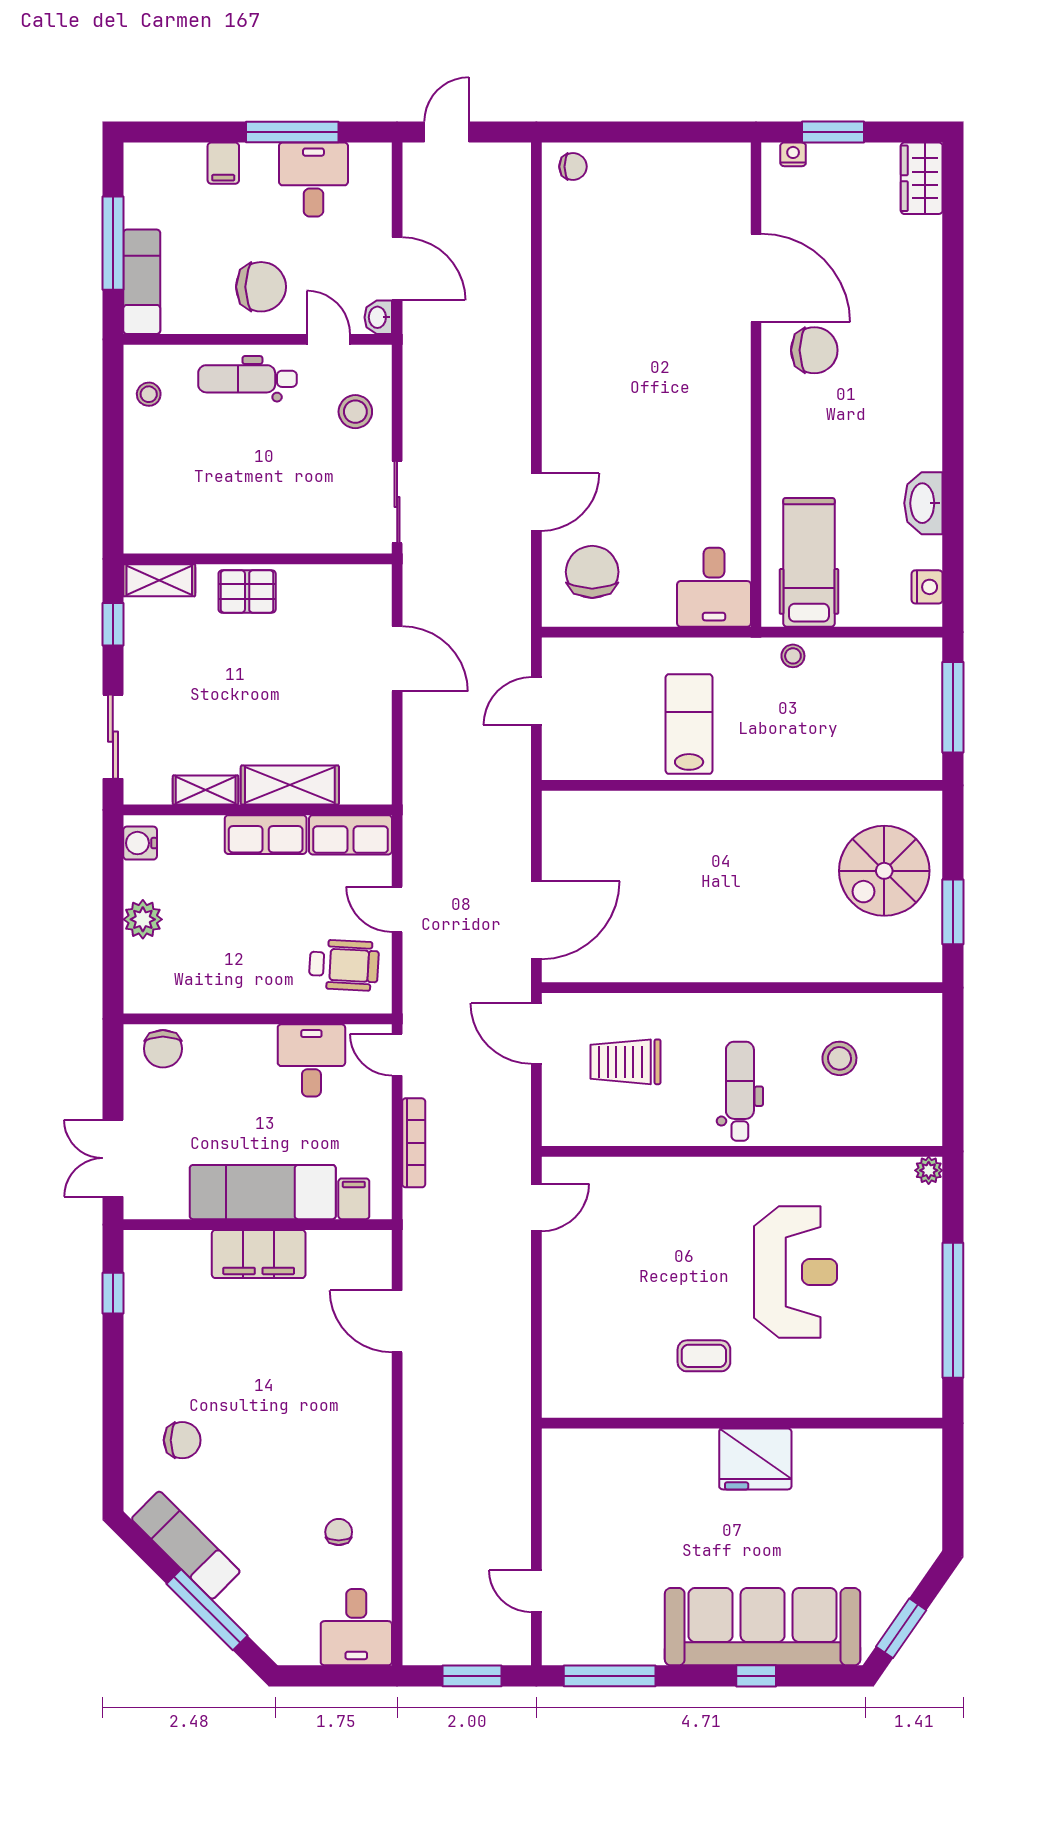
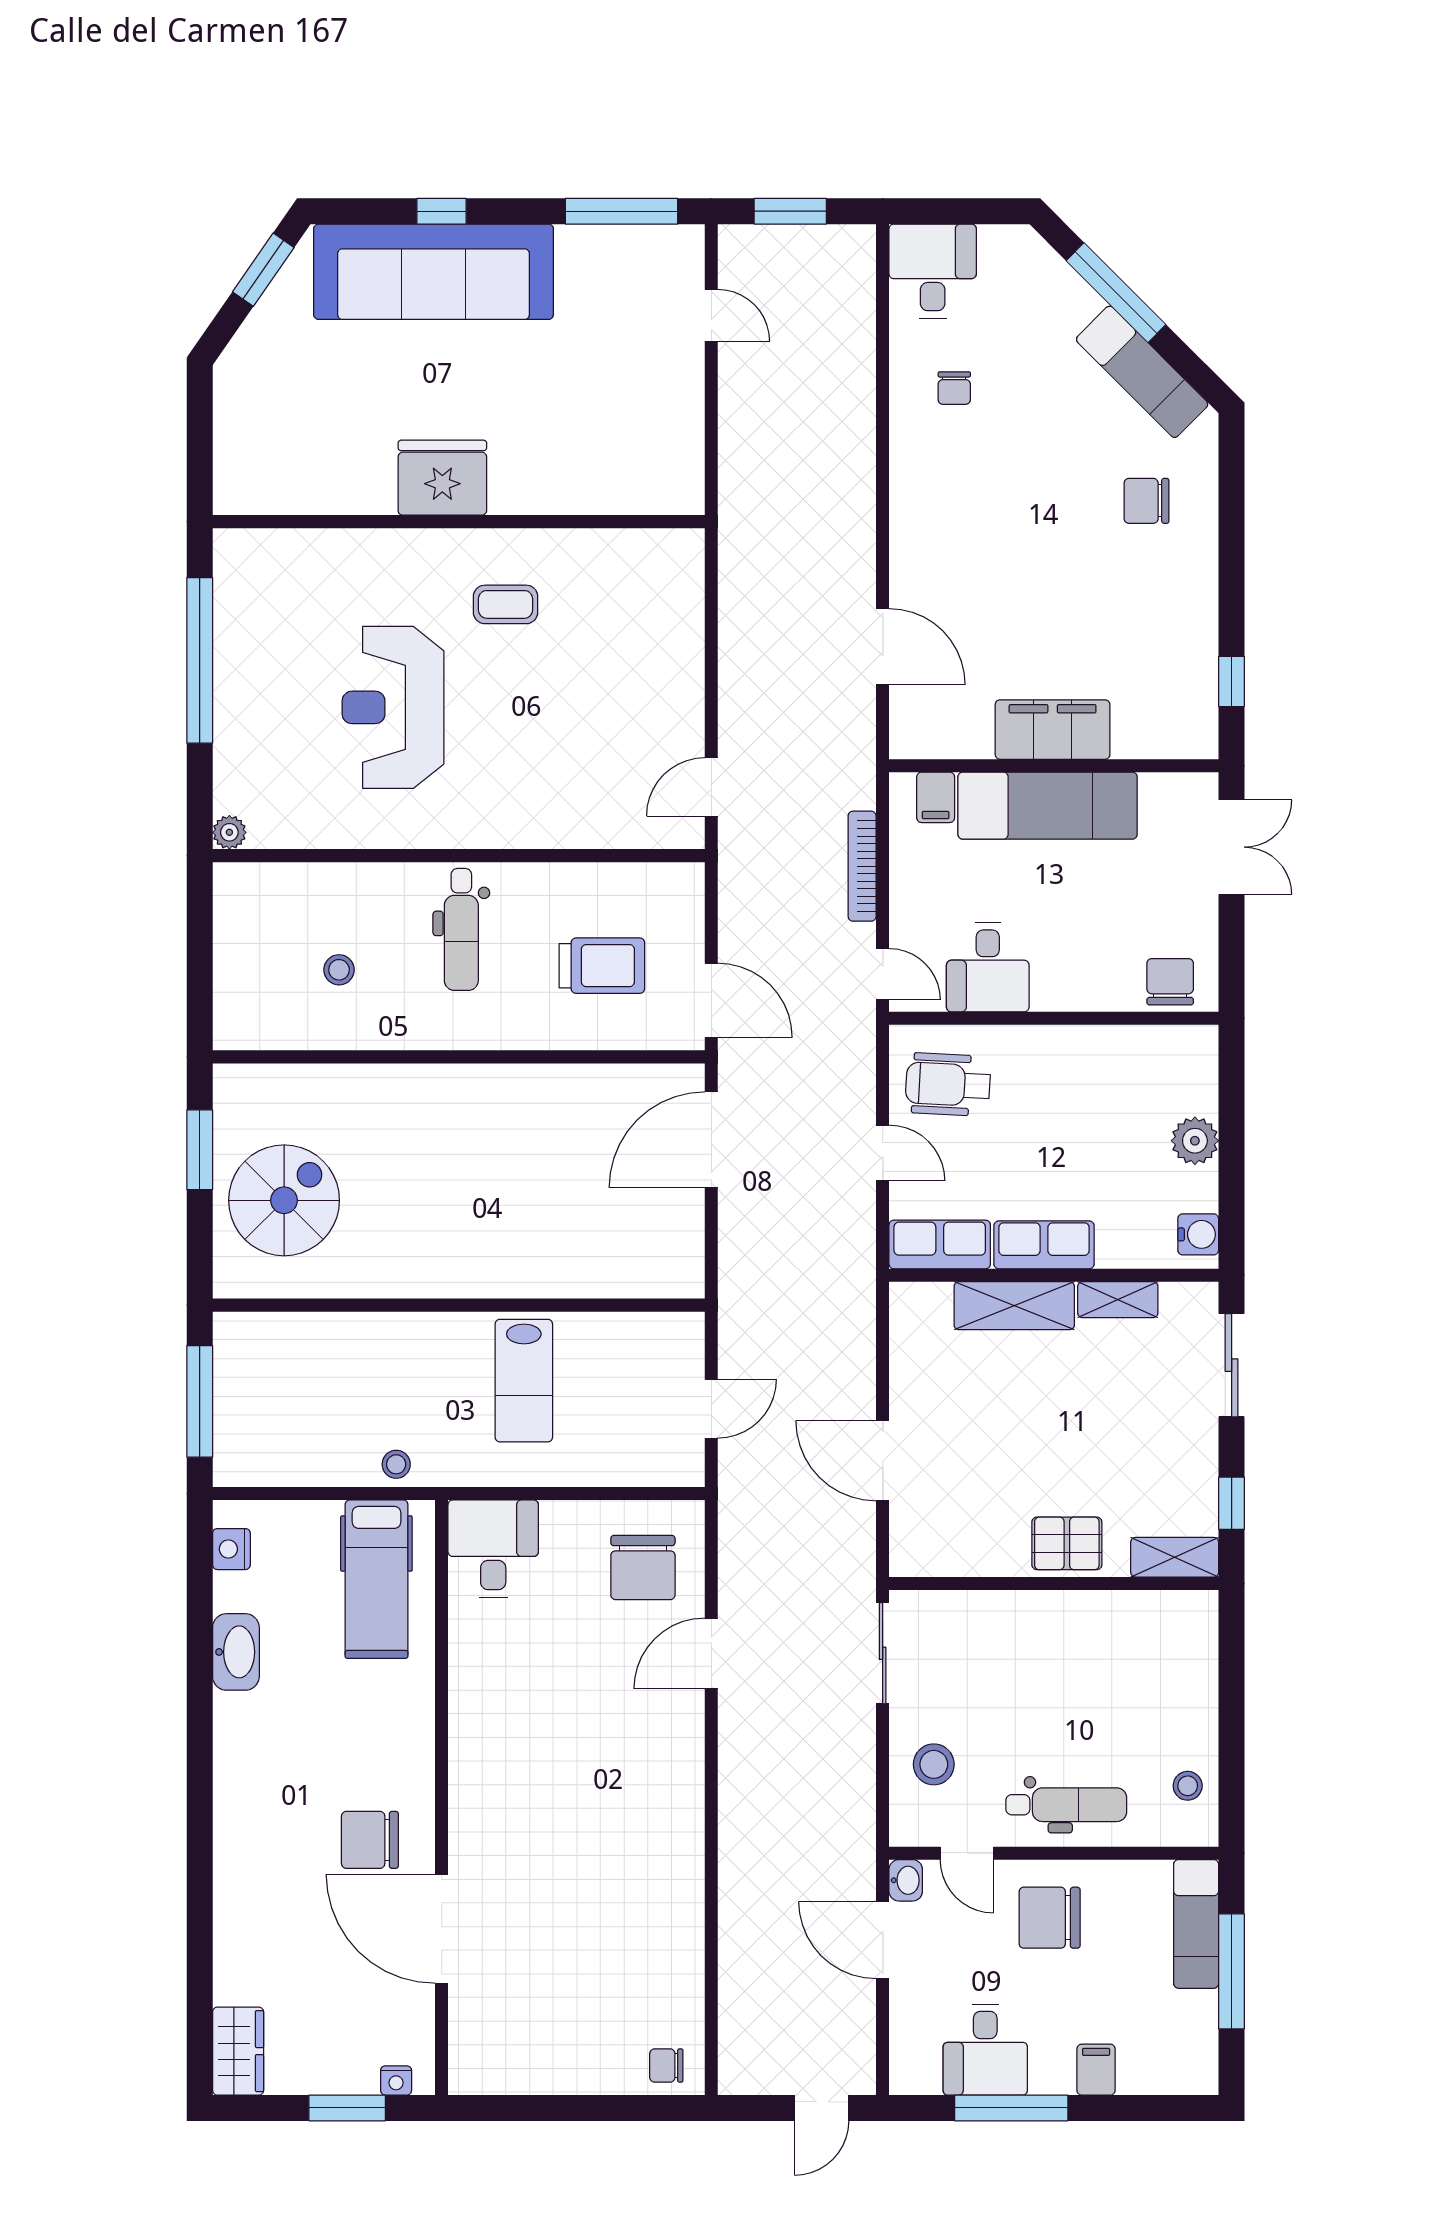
stool: (839, 1058) -> (339, 970), width x0.73, depth x0.73

